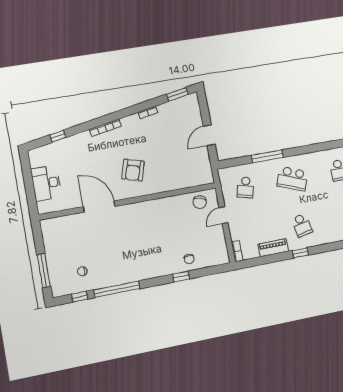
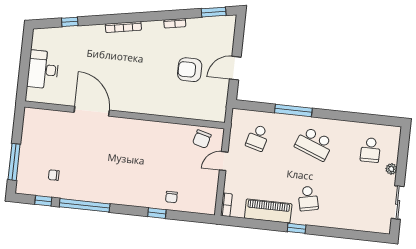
armchair: (133, 170) -> (190, 70), moved, turned 73
piano: (273, 248) -> (268, 211), width x1.37, depth x1.33

